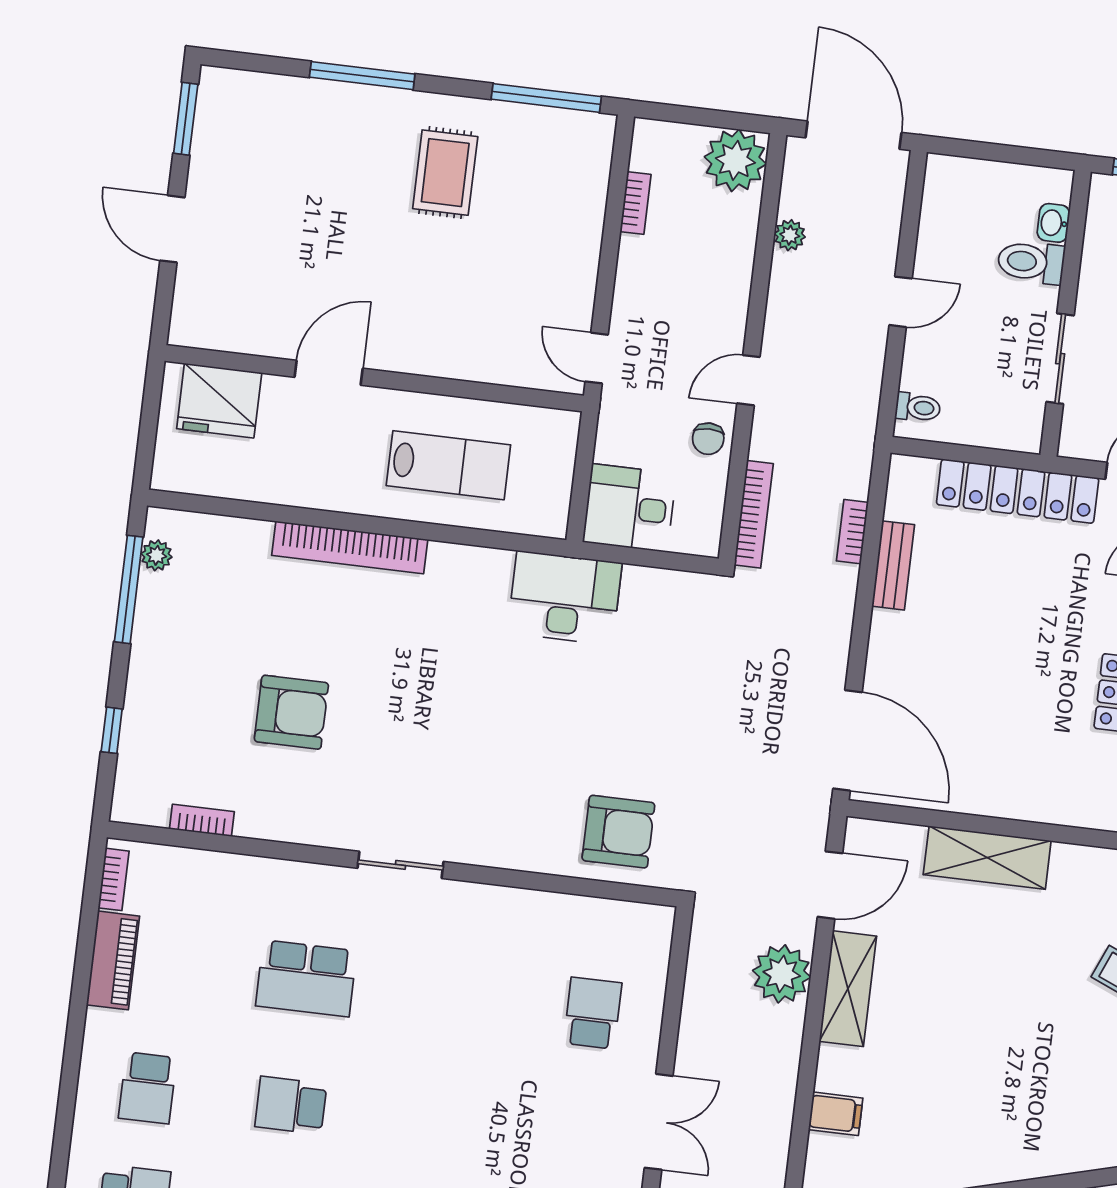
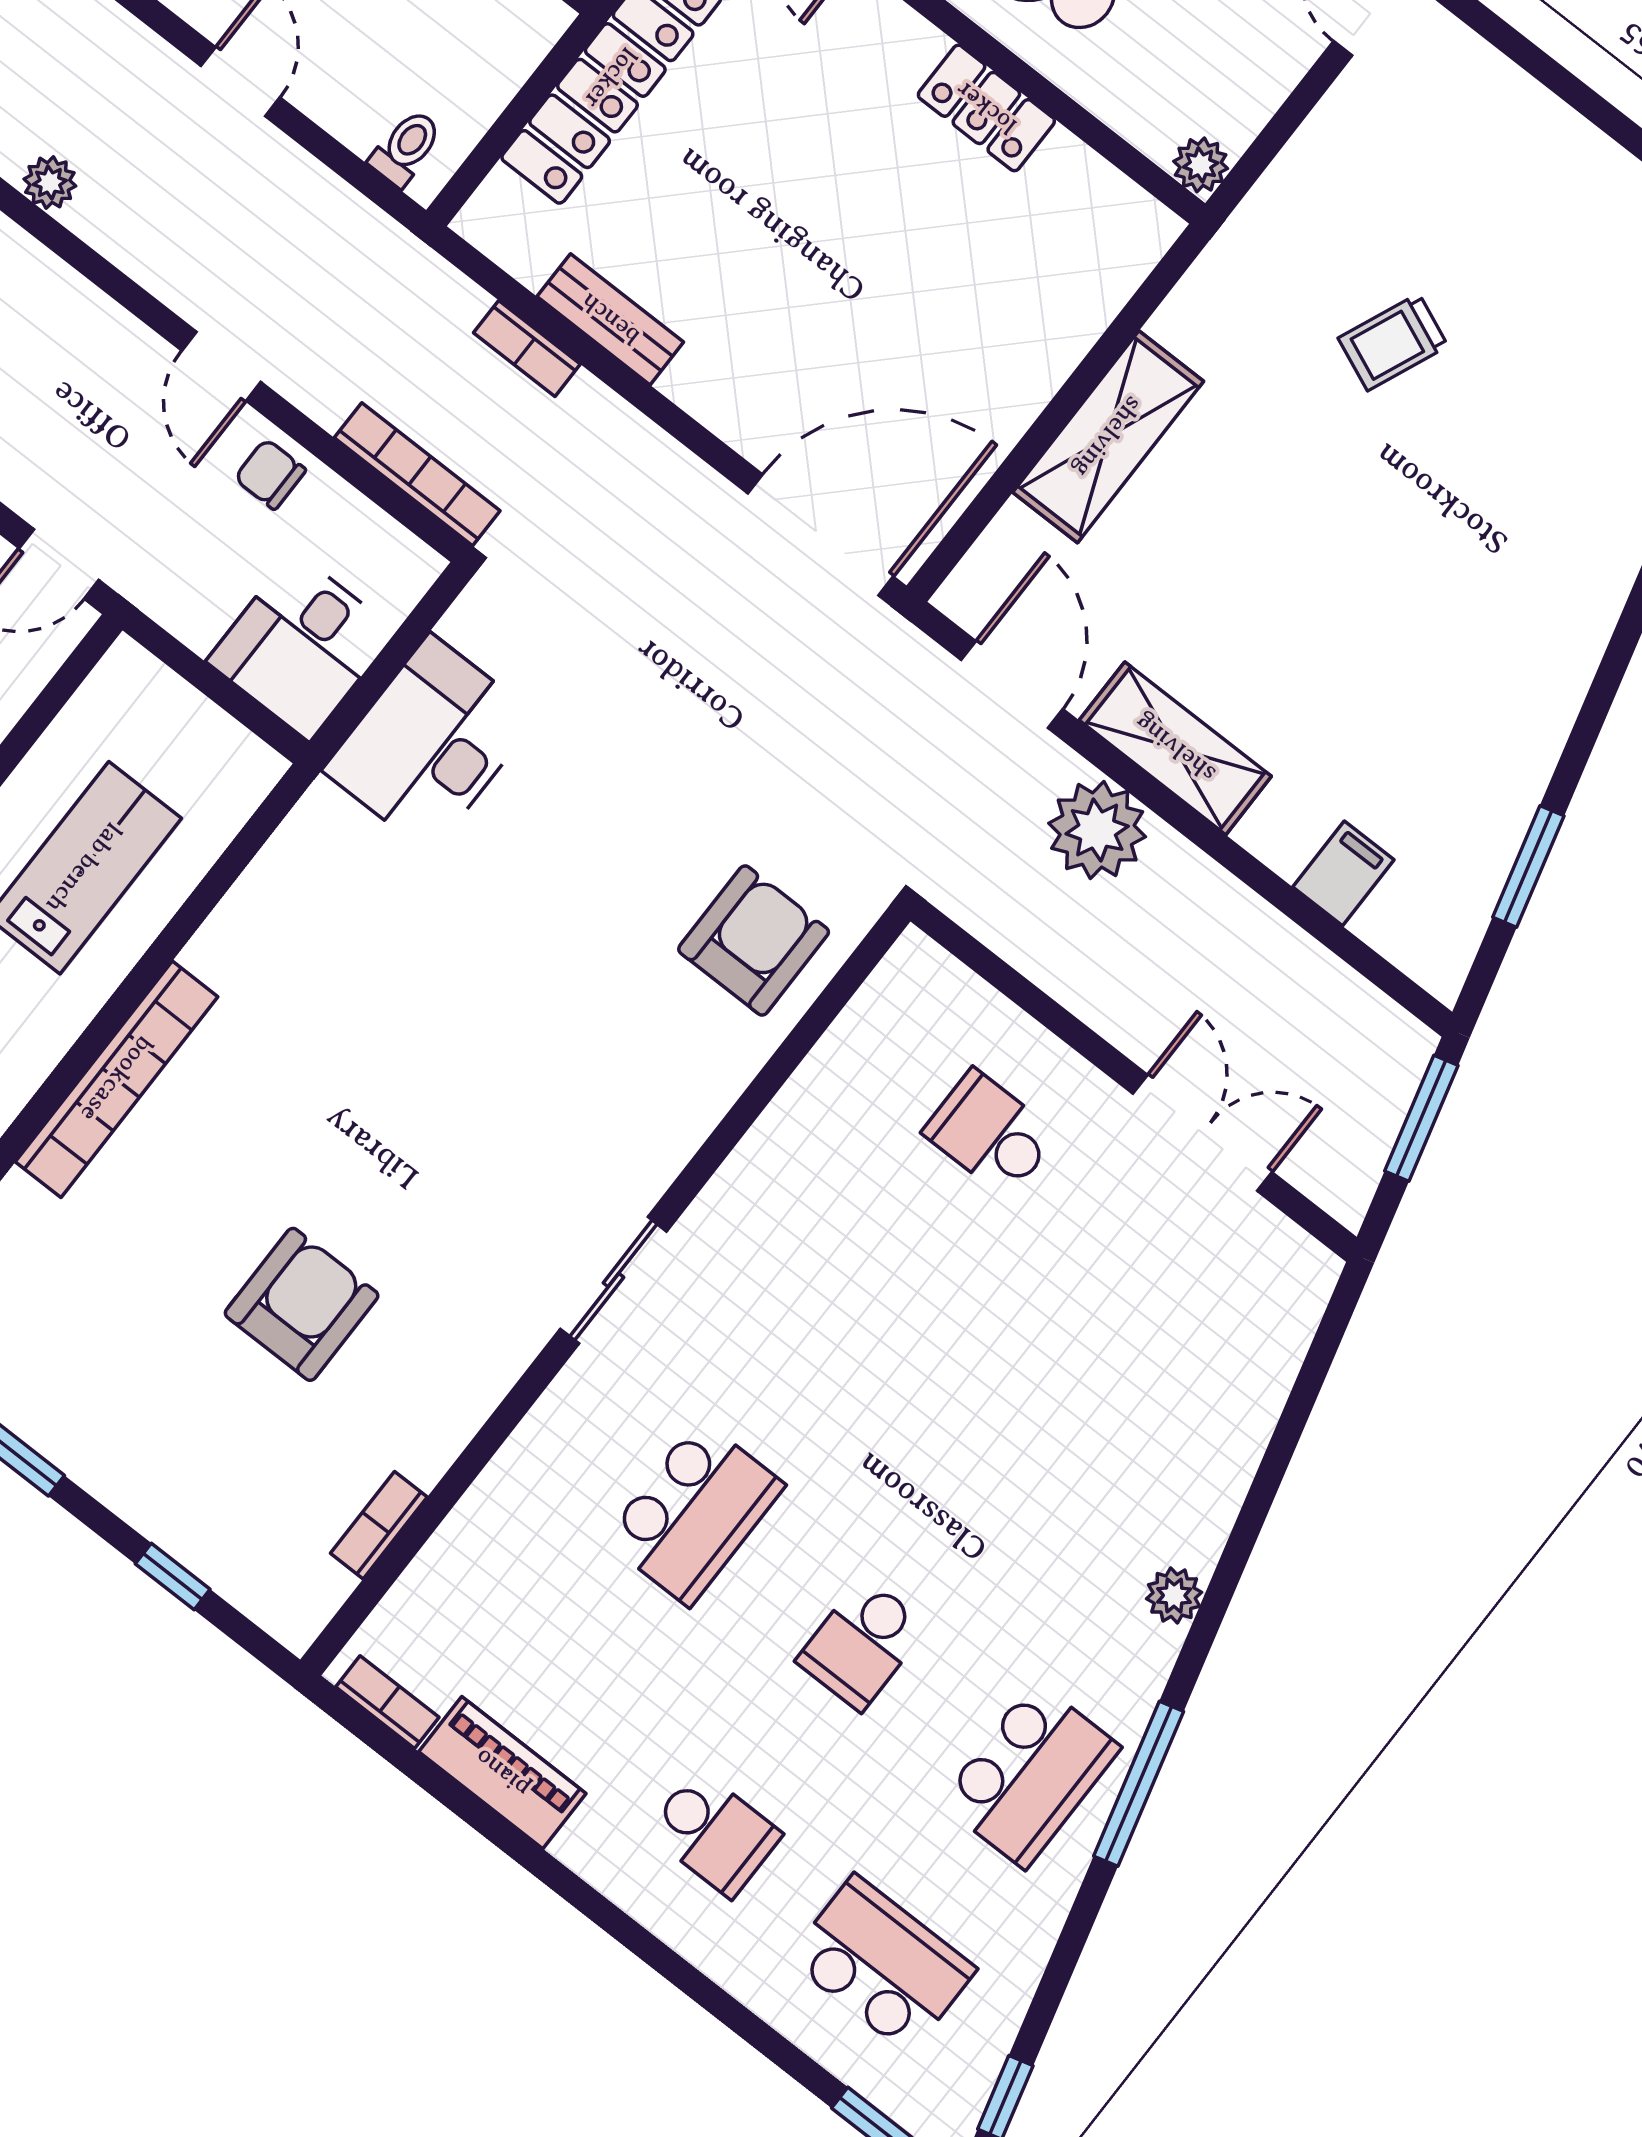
chair: (708, 439) -> (270, 474), turned 180
desk: (565, 598) -> (430, 744), moved

